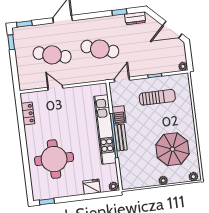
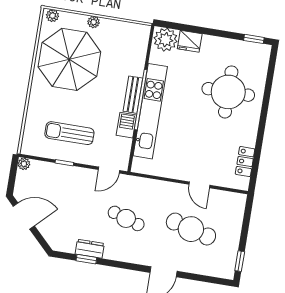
dresser: (135, 18) -> (90, 249), moved
window: (24, 24) -> (215, 280), removed
cafe table: (100, 49) -> (126, 218), width x0.73, depth x0.74
parasol: (172, 149) -> (69, 59), width x1.36, depth x1.36
plant: (113, 186) -> (166, 40), width x1.87, depth x1.87

